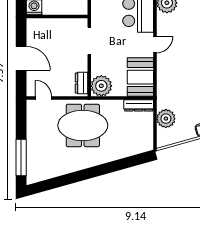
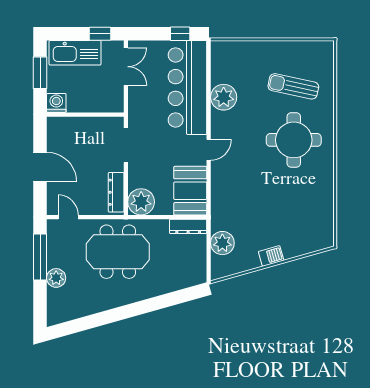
dresser: (82, 83) -> (116, 192), width x1.44
plant: (34, 146) -> (56, 278), added
window: (21, 157) -> (40, 257), moved

